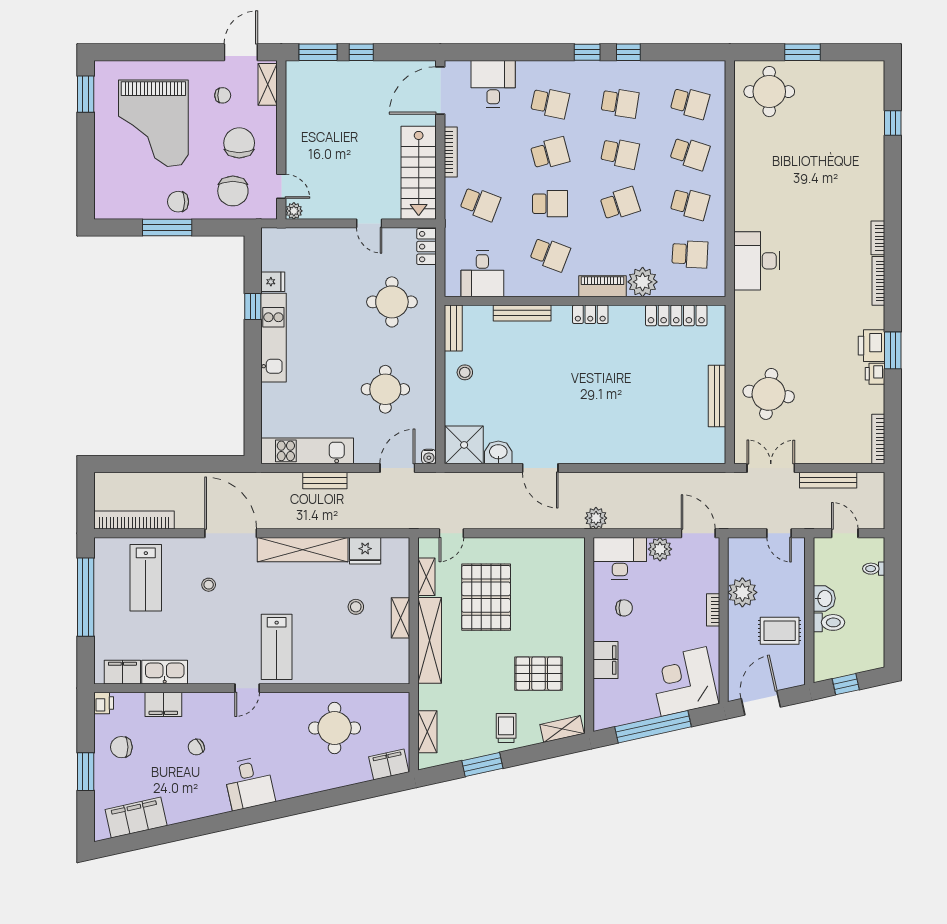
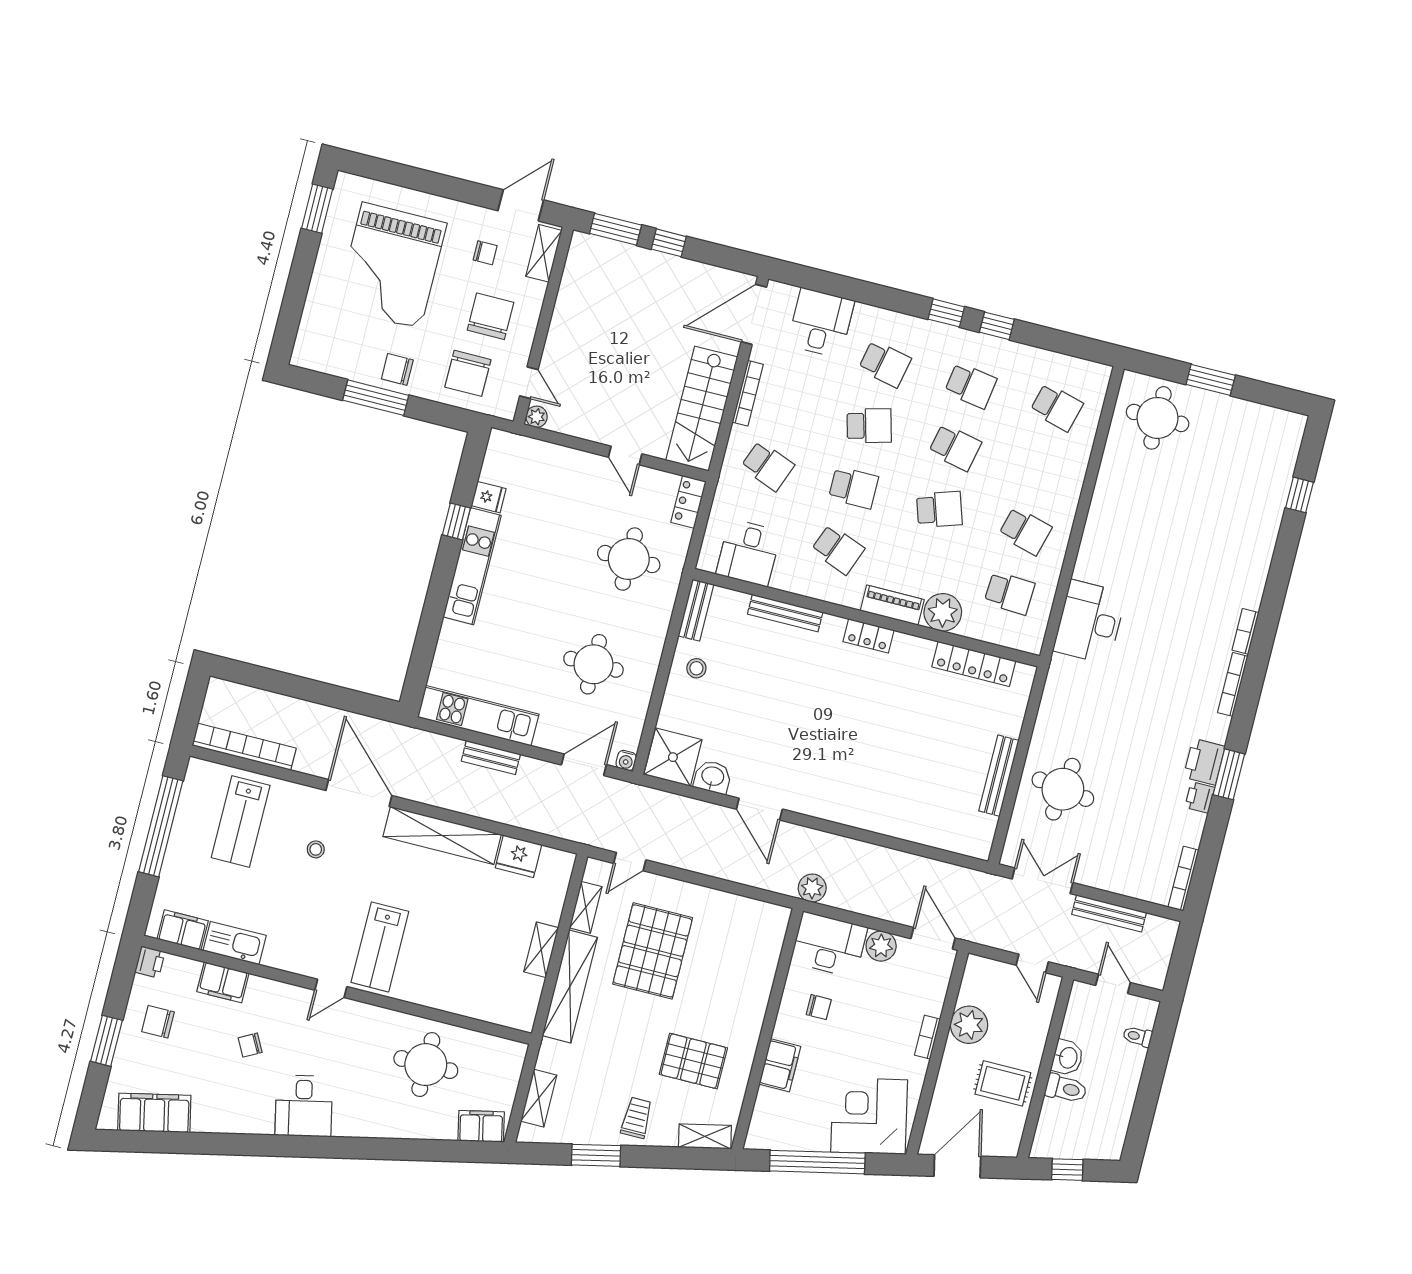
school desk: (690, 153) -> (1041, 469), removed
stool: (356, 607) -> (490, 922), removed

